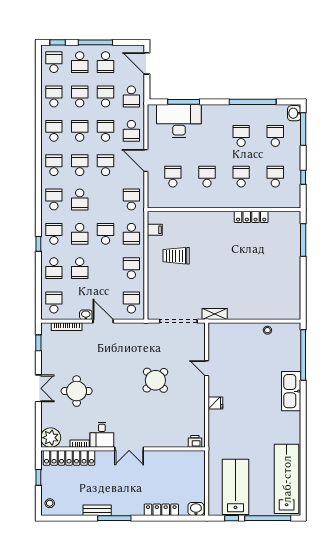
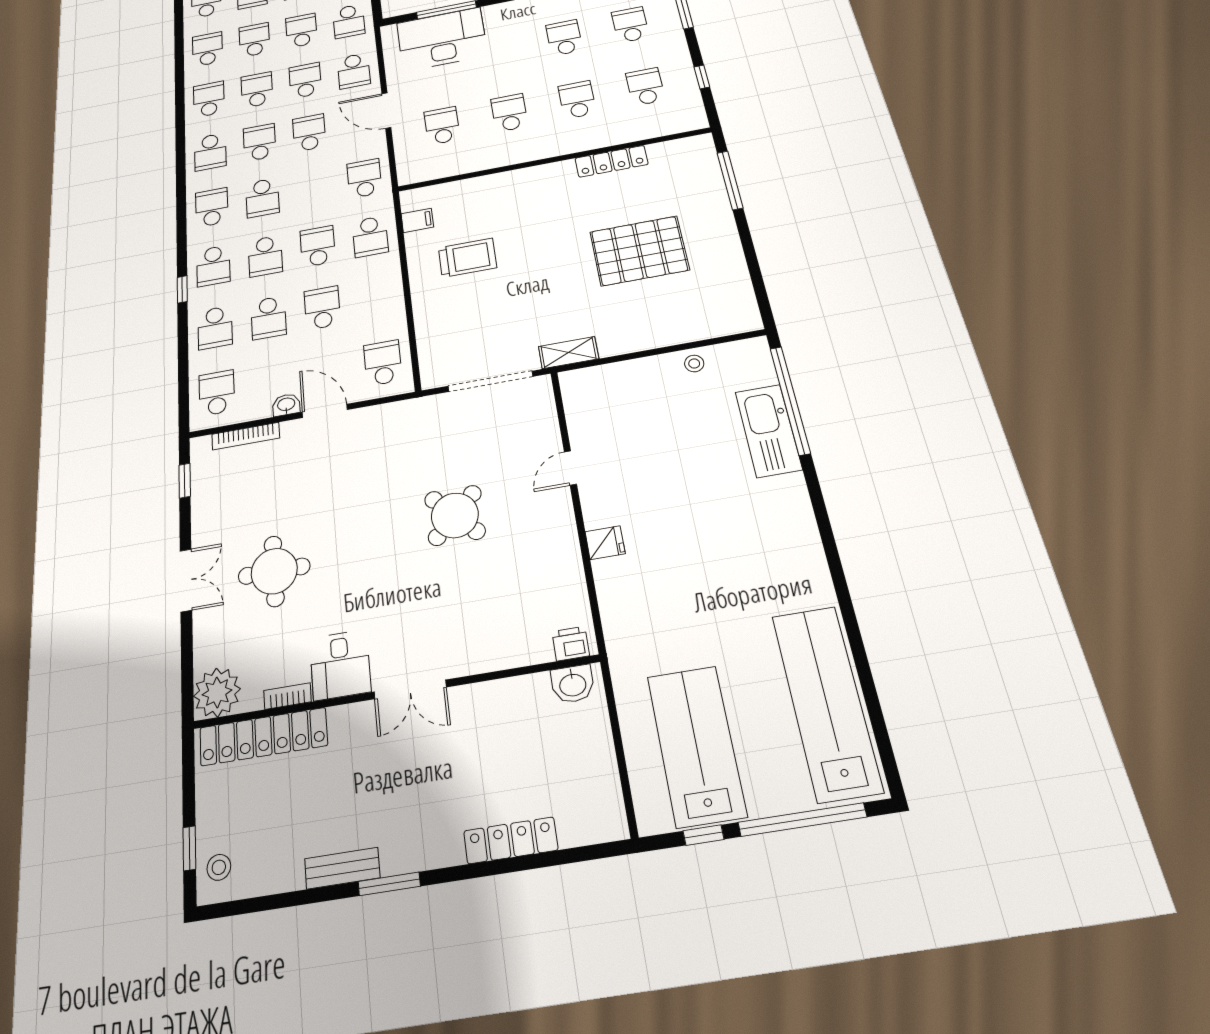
school desk: (54, 165) -> (210, 152), turned 180
school desk: (54, 234) -> (213, 266), turned 180
trolley: (176, 256) -> (467, 258), turned 180
school desk: (131, 268) -> (322, 308), moved
pallet: (255, 269) -> (639, 251), added
door: (207, 368) -> (570, 468), hinge flipped
kitchen sink: (291, 391) -> (768, 431), moved
window: (38, 477) -> (189, 848), moved
washbasin: (196, 509) -> (573, 684), moved, turned 180
window: (114, 518) -> (389, 884), width x0.69

